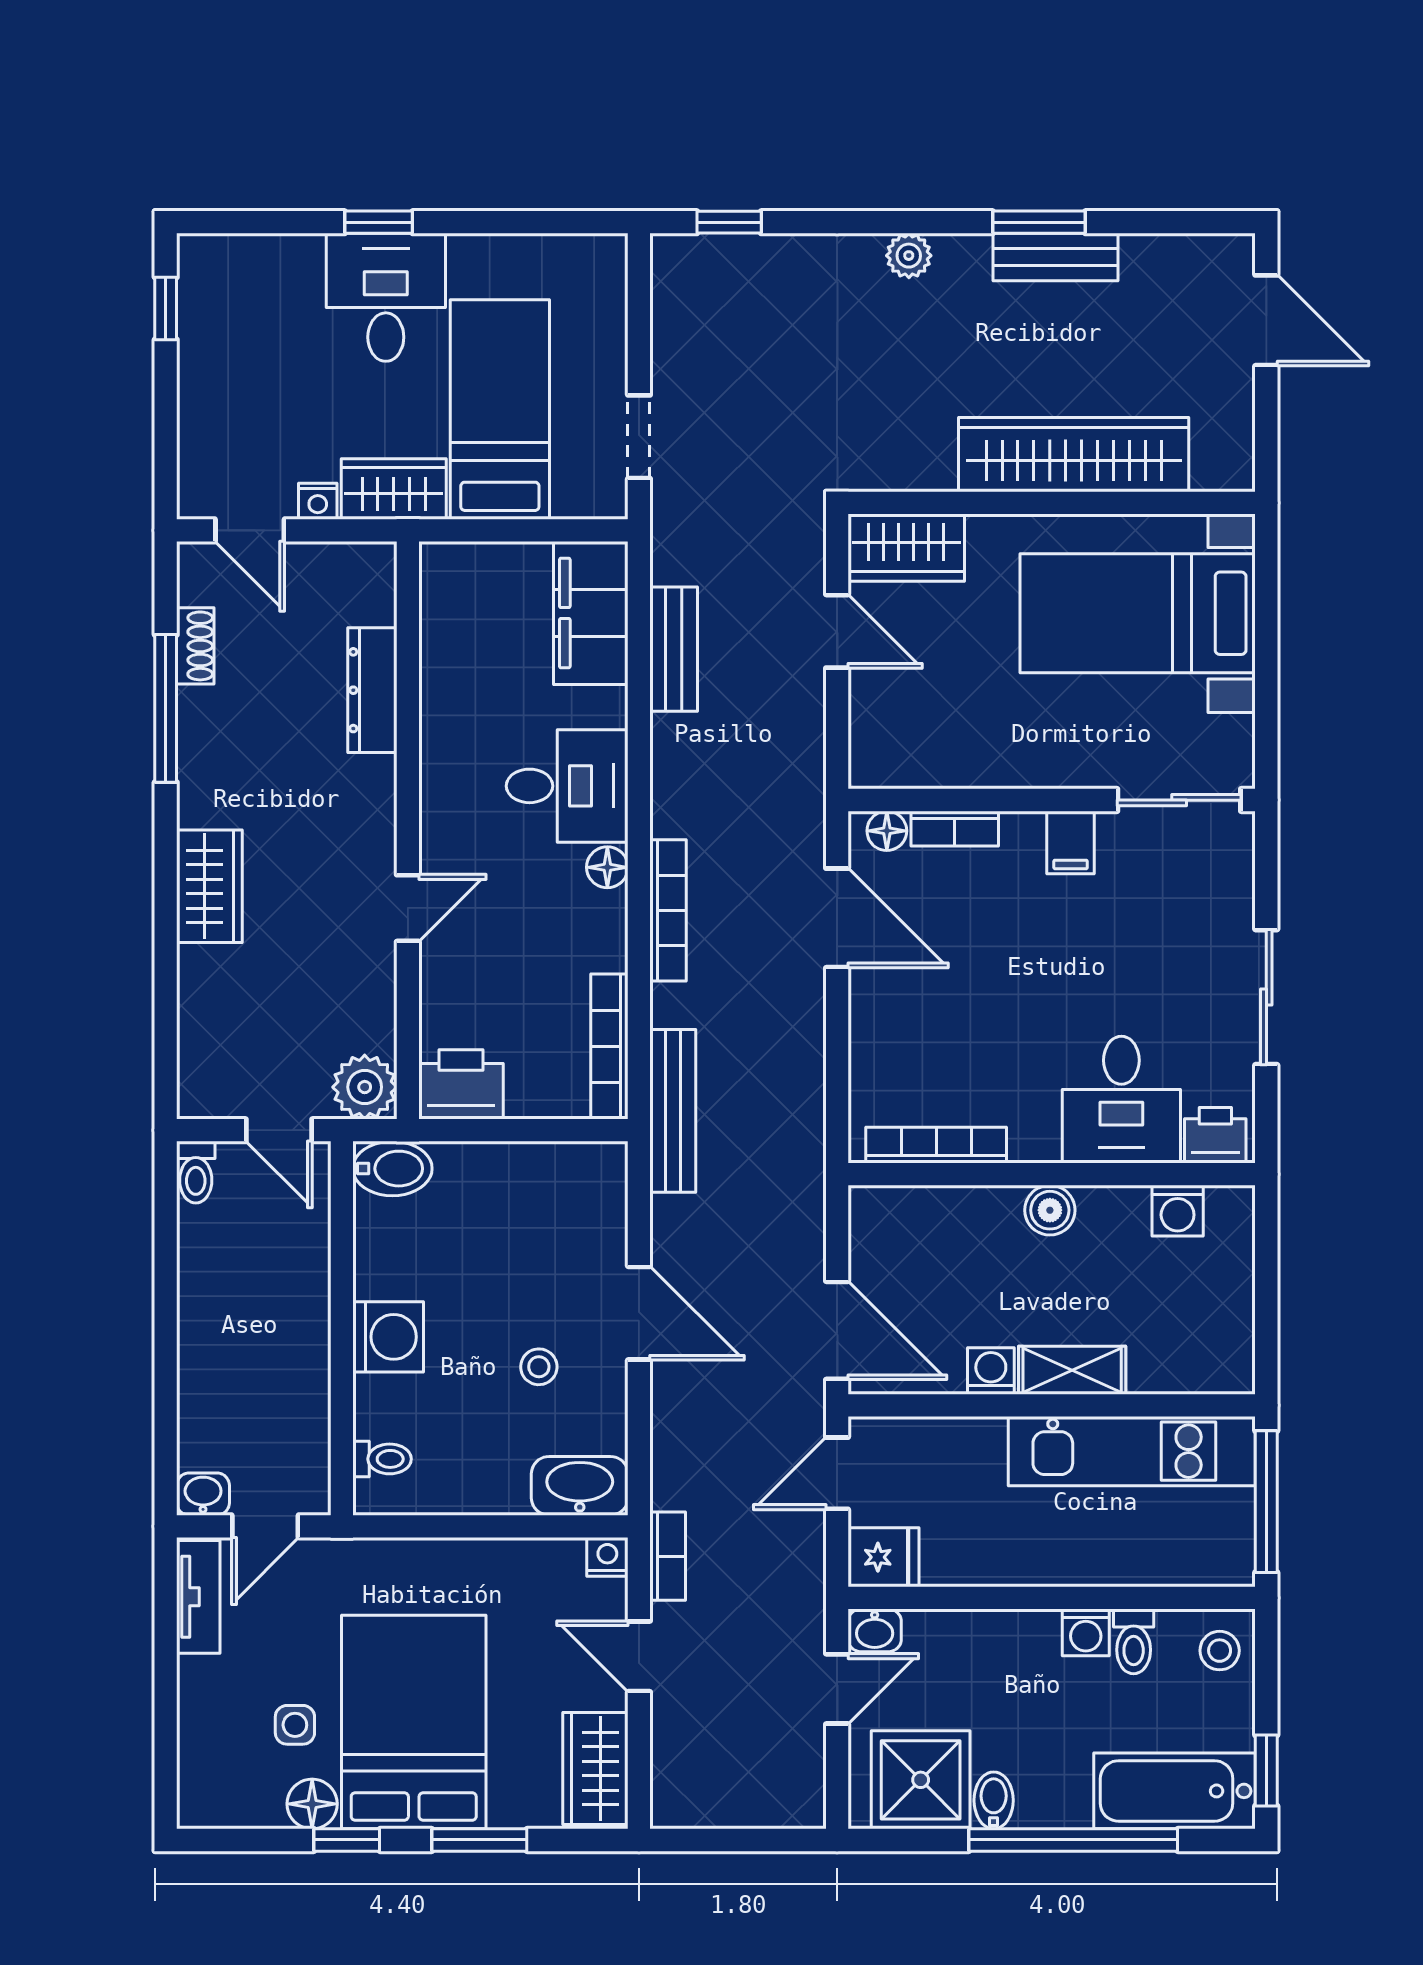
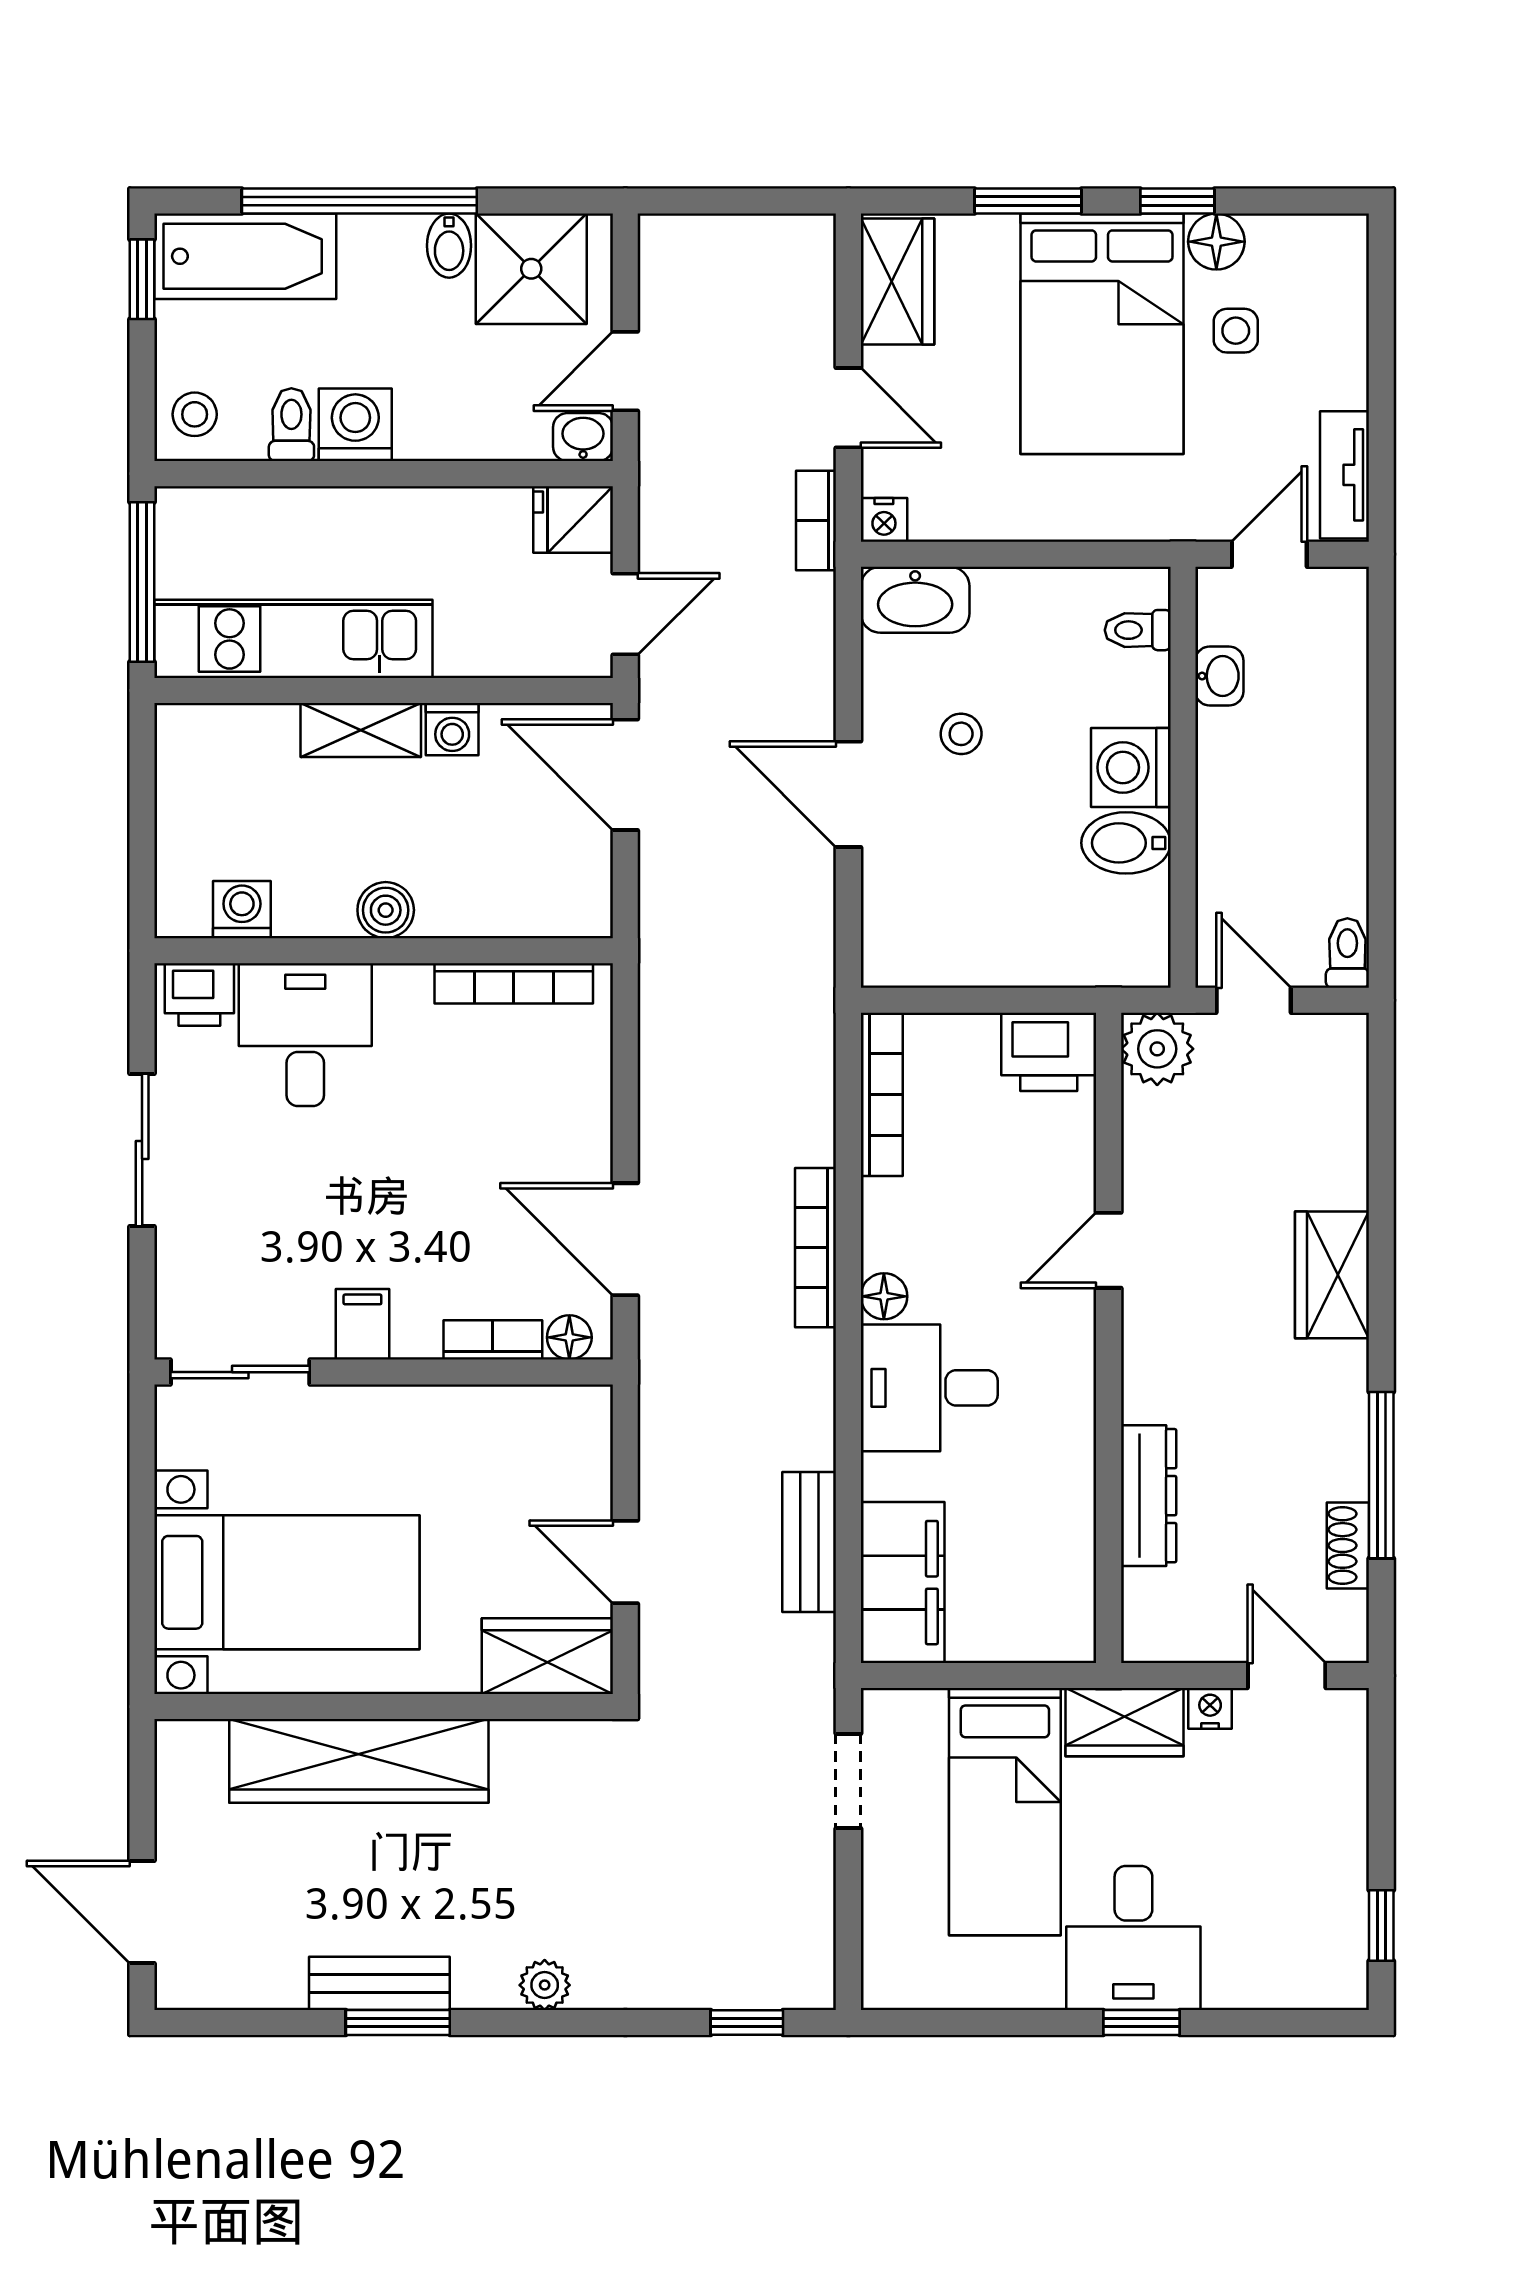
bench: (673, 1111) -> (810, 1022), removed
bidet: (392, 1169) -> (1126, 843), moved
washbasin: (203, 1494) -> (1219, 676), moved, turned -90
washing machine: (1086, 1632) -> (355, 425), width x1.38, depth x1.38

